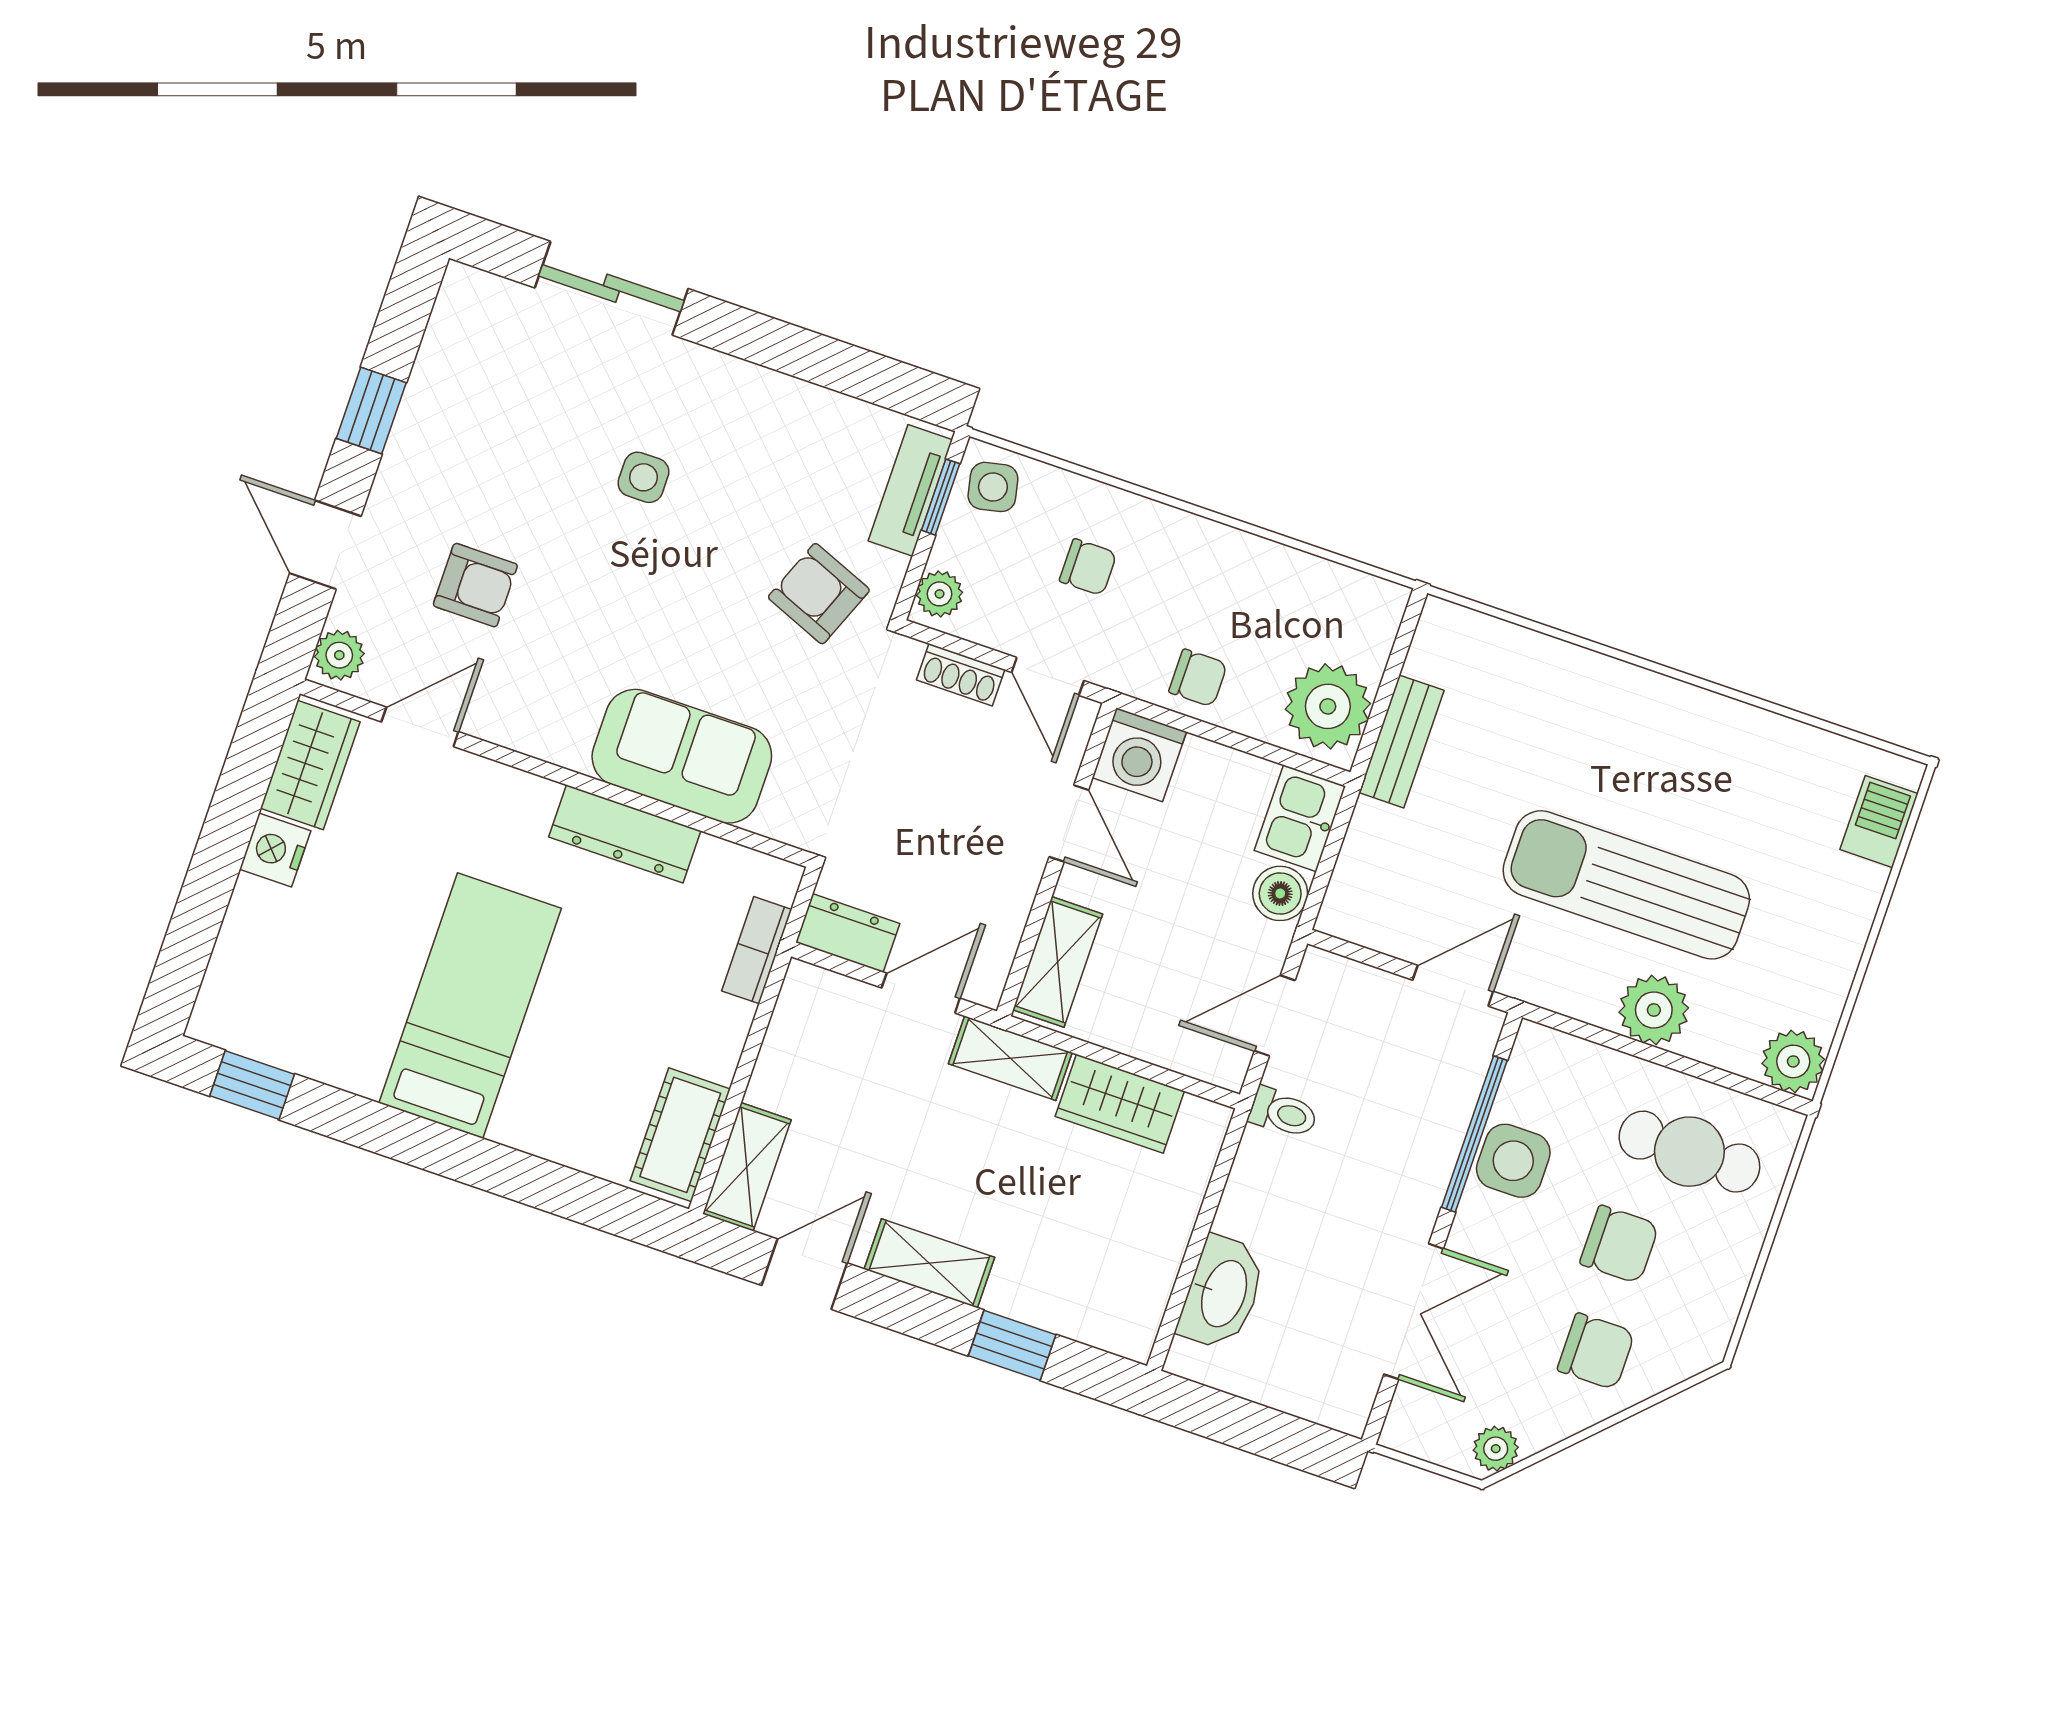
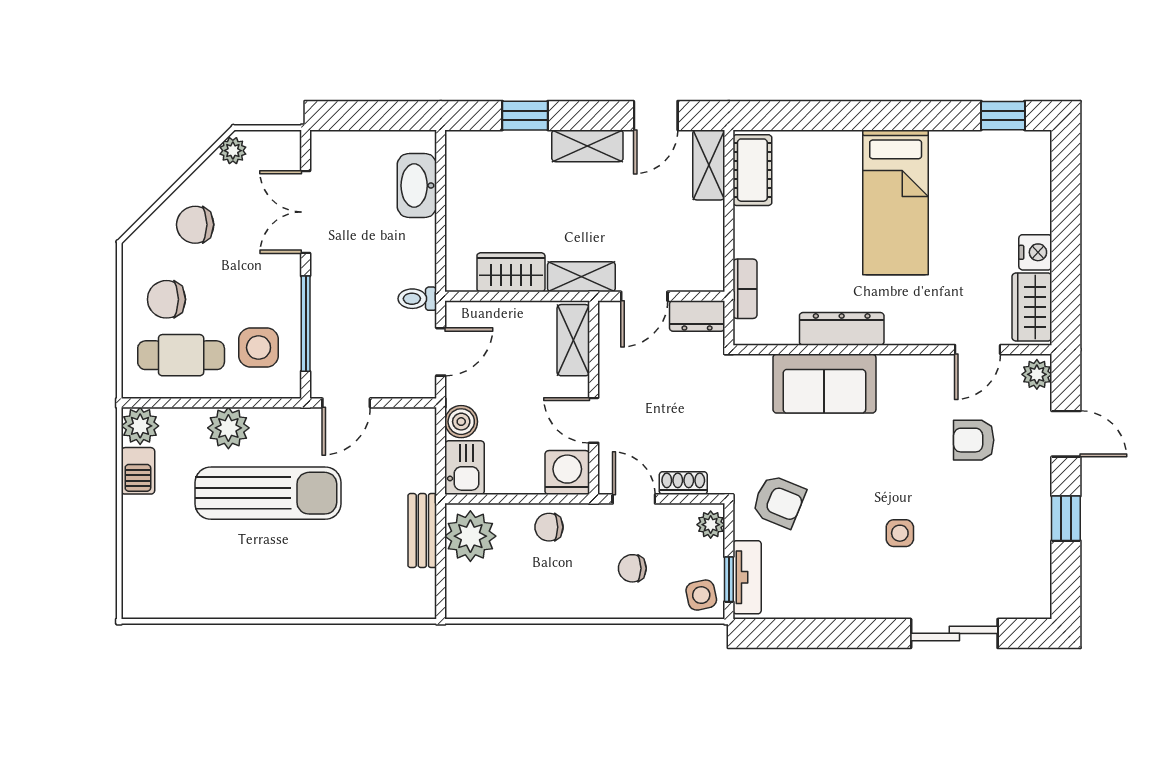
barbecue: (1879, 822) -> (138, 471), moved
side table: (1513, 1161) -> (259, 348), moved
chair: (1619, 1244) -> (166, 299), moved

